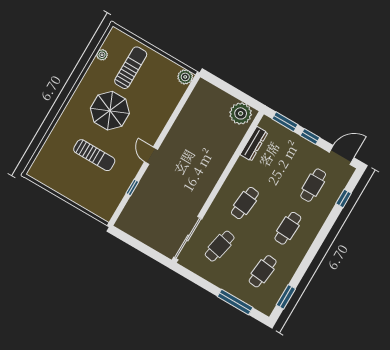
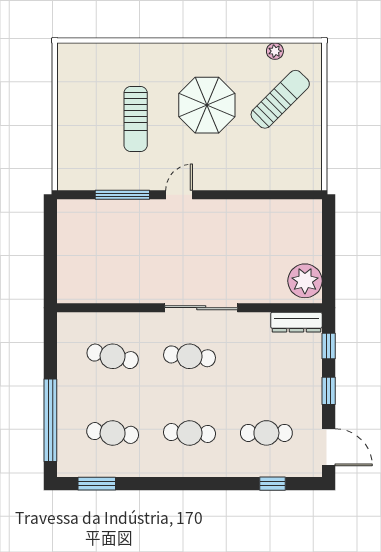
sun lounger: (131, 68) -> (280, 99), turned -45
plant: (185, 77) -> (310, 179), removed
window: (285, 122) -> (329, 346), width x0.67
dresser: (254, 144) -> (296, 322), moved
window: (132, 188) -> (122, 195), width x2.17
sliding door: (188, 238) -> (201, 308), moved
window: (235, 302) -> (50, 420), width x1.46

